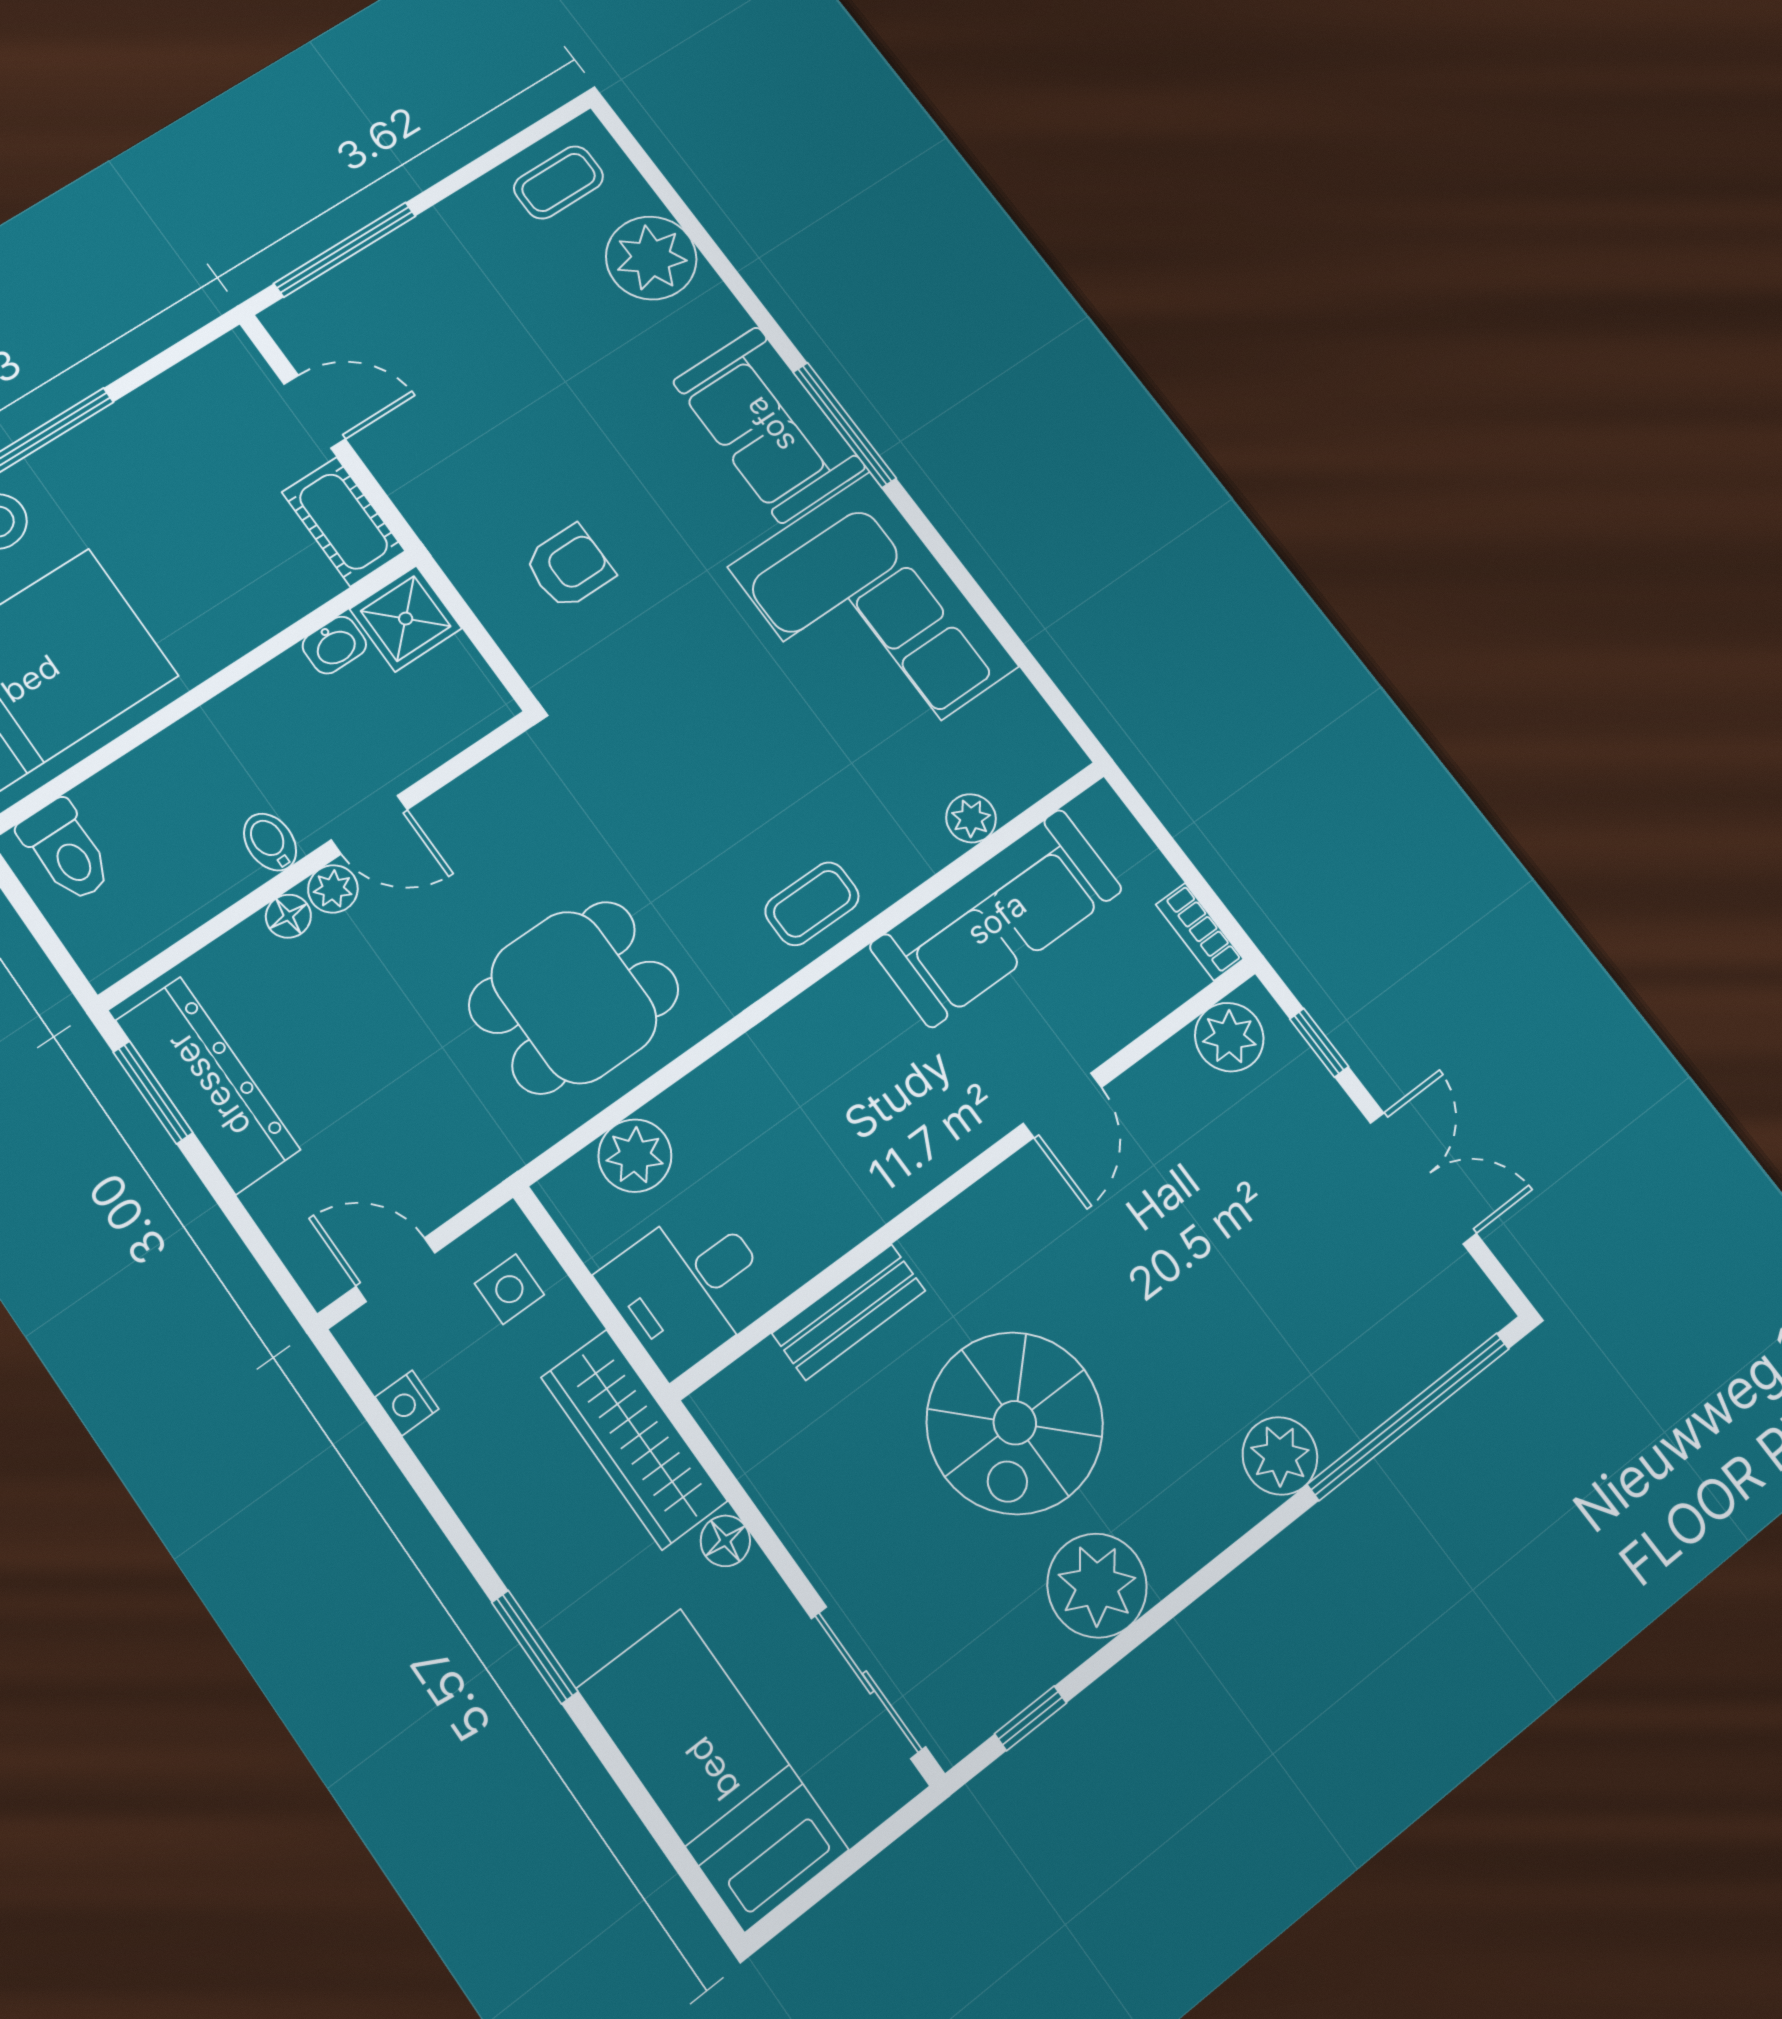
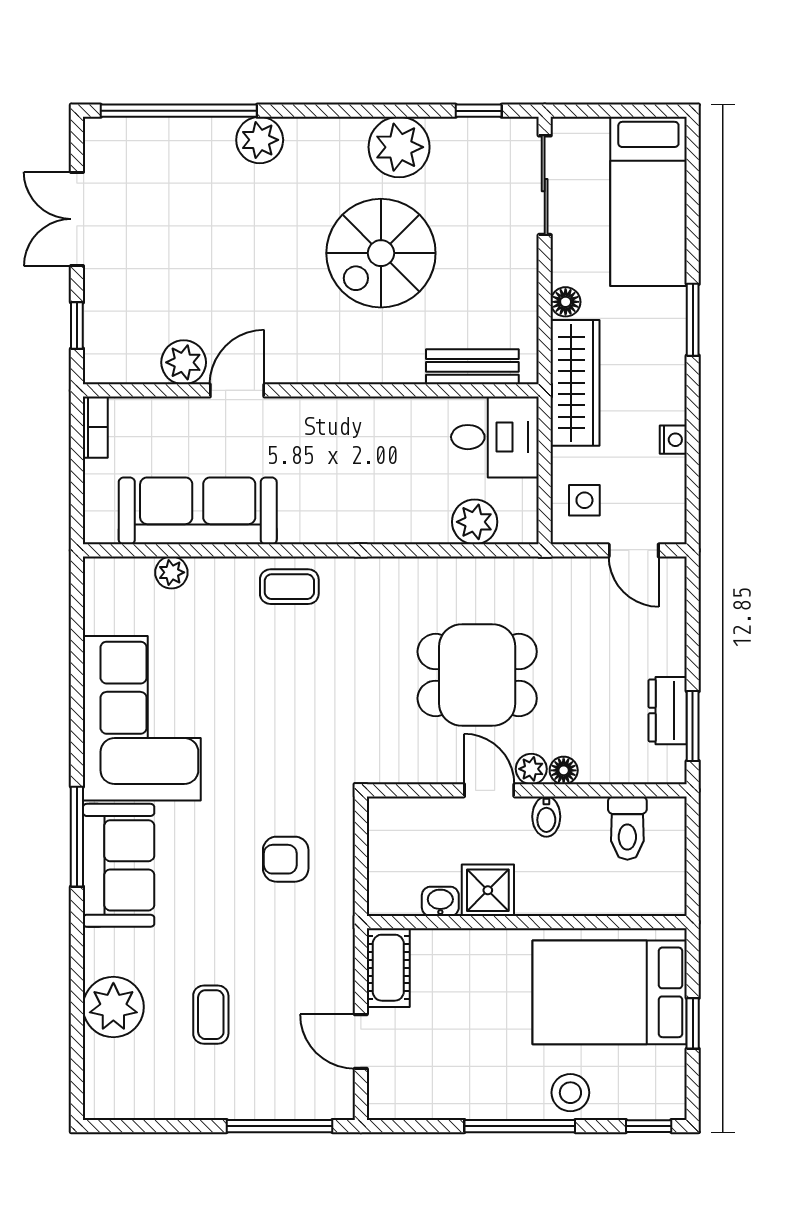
coffee table: (559, 182) -> (211, 1015), moved, turned 90
shower: (406, 619) -> (488, 890), moved
toilet: (66, 851) -> (627, 828), moved, turned 180
dining table: (574, 997) -> (477, 675), moved
plant: (1229, 1037) -> (184, 362), moved
dresser: (208, 1085) -> (668, 711), width x0.51, depth x0.80
bench: (849, 1312) -> (472, 367), moved
nightstand: (407, 1403) -> (673, 440), moved
spiral stairs: (1015, 1423) -> (381, 253), turned 180

